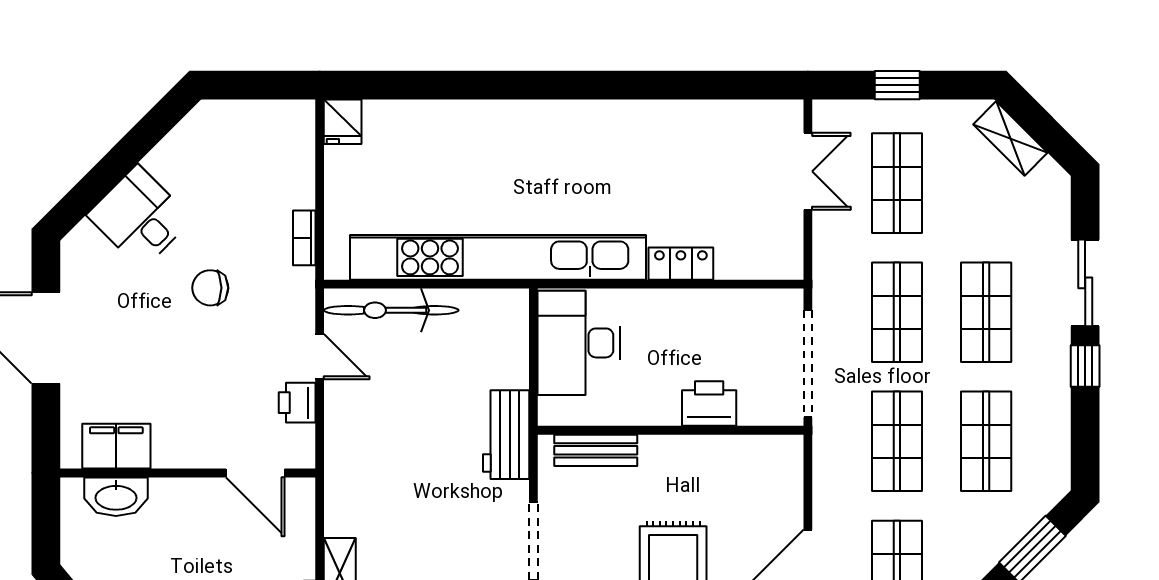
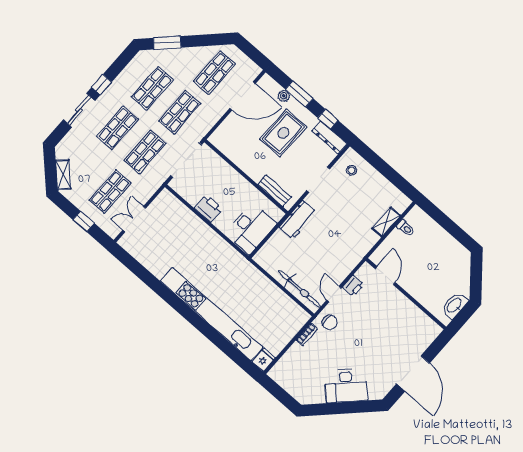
desk: (140, 217) -> (346, 386), width x1.37
kitchen unit: (498, 257) -> (212, 314), moved, turned 180
locker: (681, 264) -> (198, 225), removed
chair: (210, 288) -> (330, 322), moved
printer: (709, 404) -> (208, 208), moved, turned 180
filing cabinet: (116, 446) -> (421, 321), removed
washbasin: (116, 497) -> (454, 305), moved, turned -90

